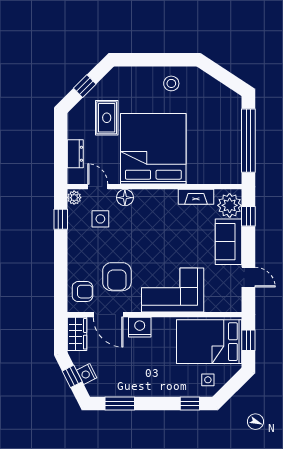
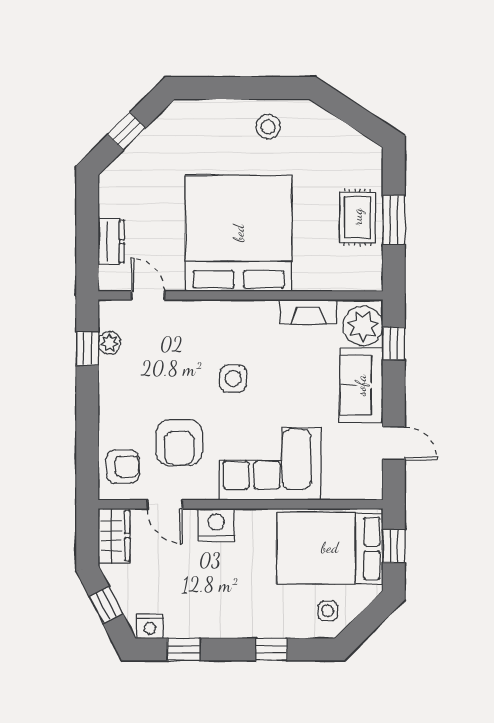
rug: (107, 118) -> (357, 217), moved
window: (248, 141) -> (394, 220), width x0.47
plant: (74, 198) -> (109, 343), moved
floor lamp: (125, 198) -> (192, 313), removed
side table: (100, 219) -> (233, 379), moved
door: (108, 315) -> (165, 504), width x0.73
nightstand: (87, 374) -> (150, 626), moved, turned -63
window: (120, 403) -> (184, 649), width x0.67
window: (190, 403) -> (272, 649), moved

